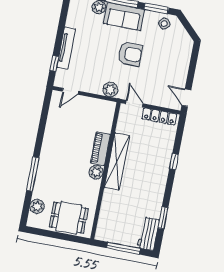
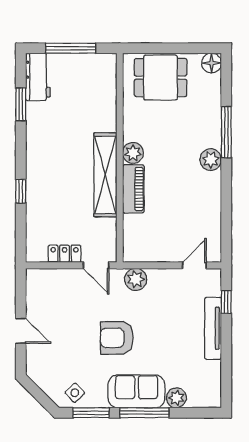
door: (186, 98) -> (21, 331), moved
locker: (159, 116) -> (65, 254), width x0.66
plant: (37, 206) -> (211, 160), moved
floor lamp: (34, 221) -> (212, 63), added

